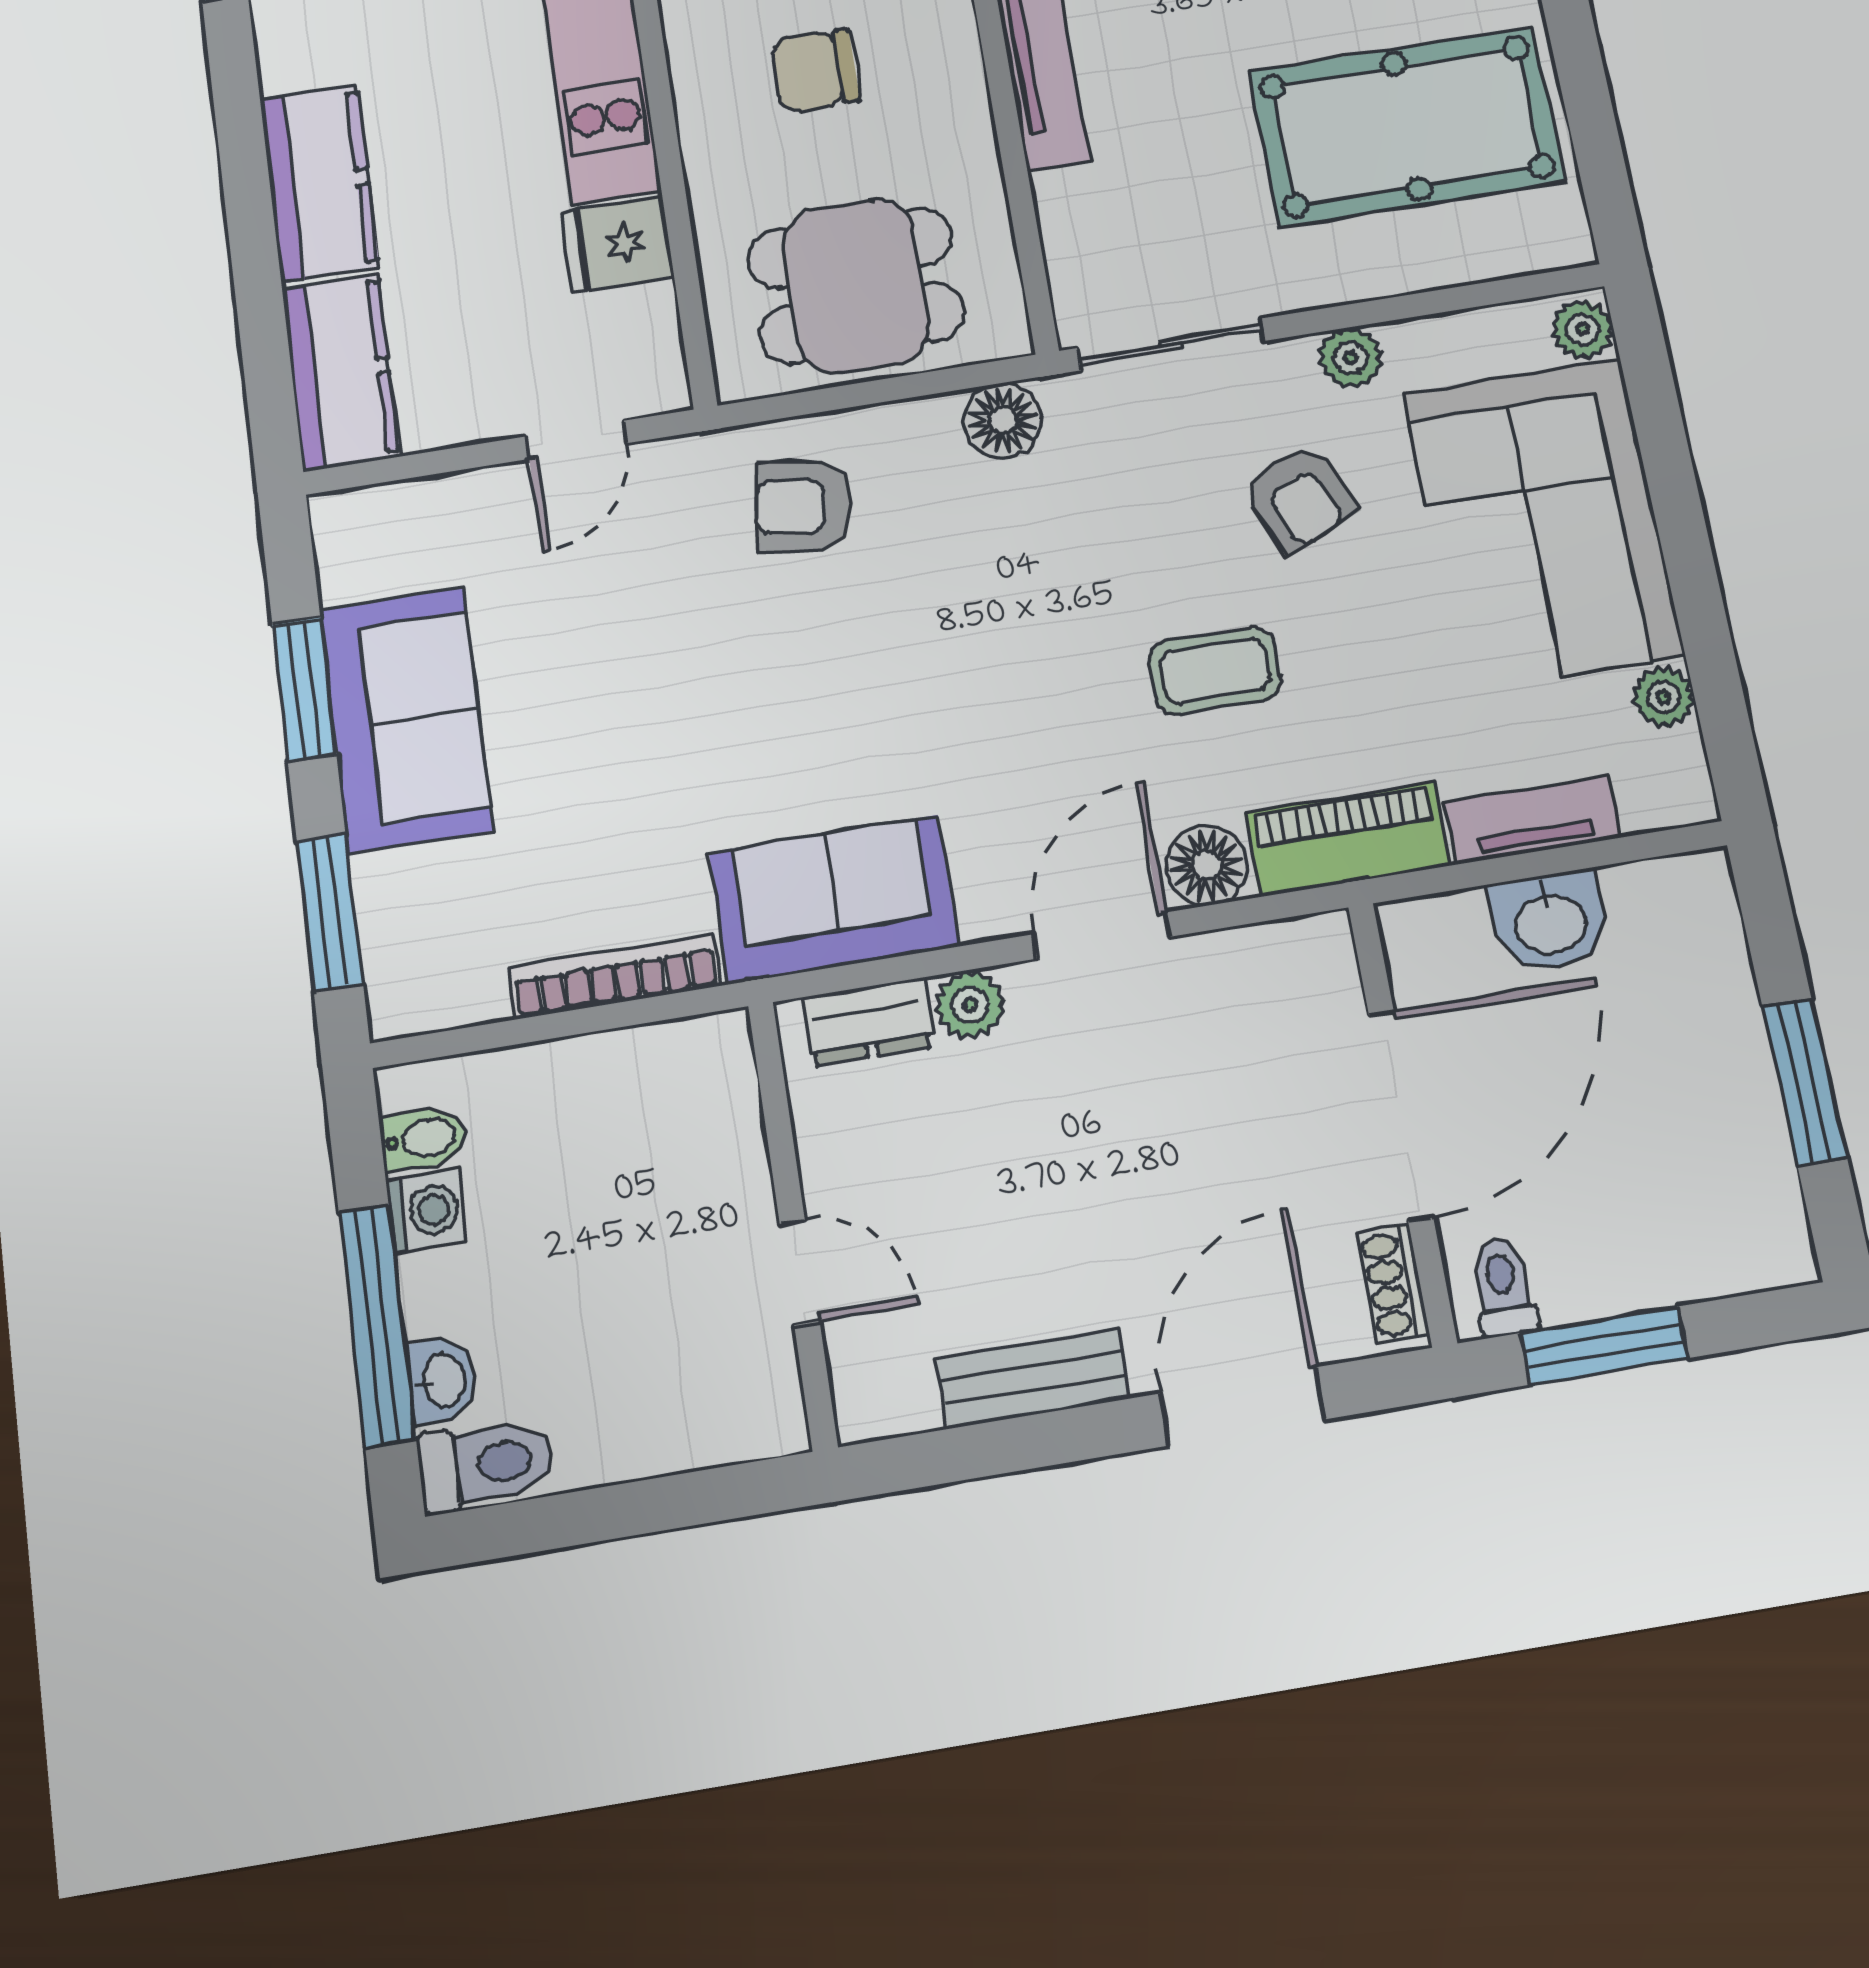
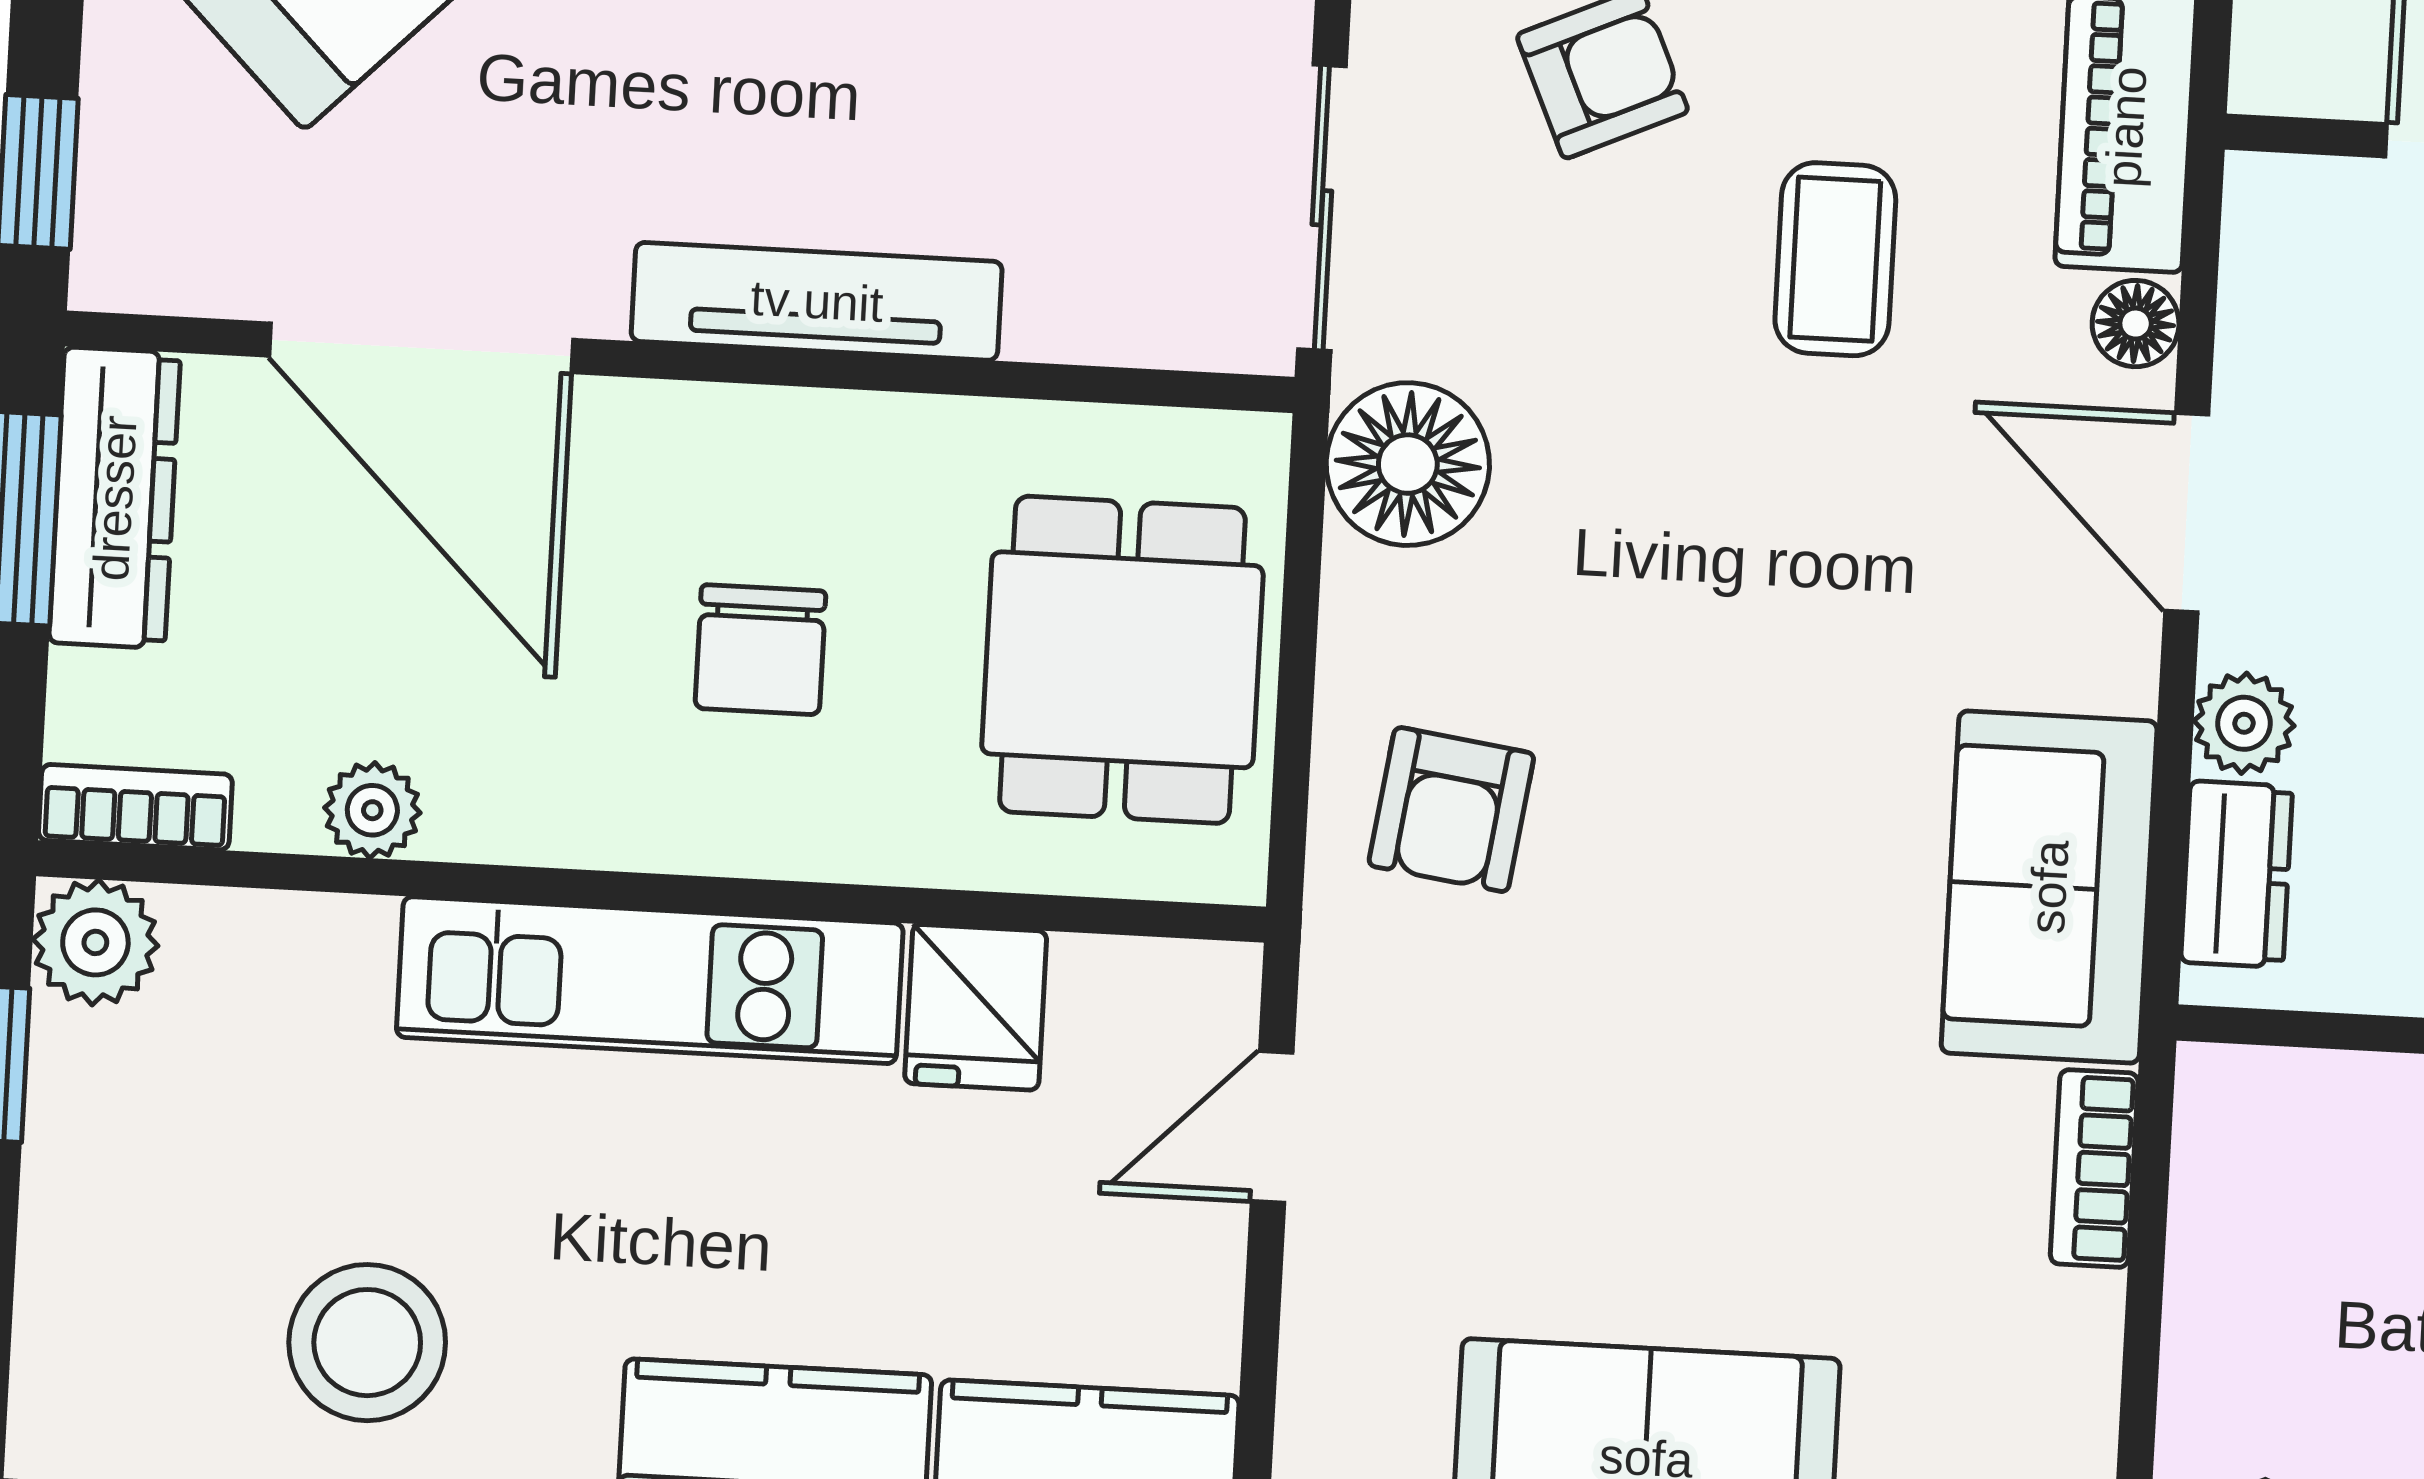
floor lamp: (1003, 420) -> (1408, 464), width x1.38, depth x1.38
door: (577, 440) -> (1272, 1127), swing flipped
floor lamp: (1207, 865) -> (2136, 324), width x0.73, depth x0.73
bookcase: (615, 976) -> (2094, 1168), width x0.64

